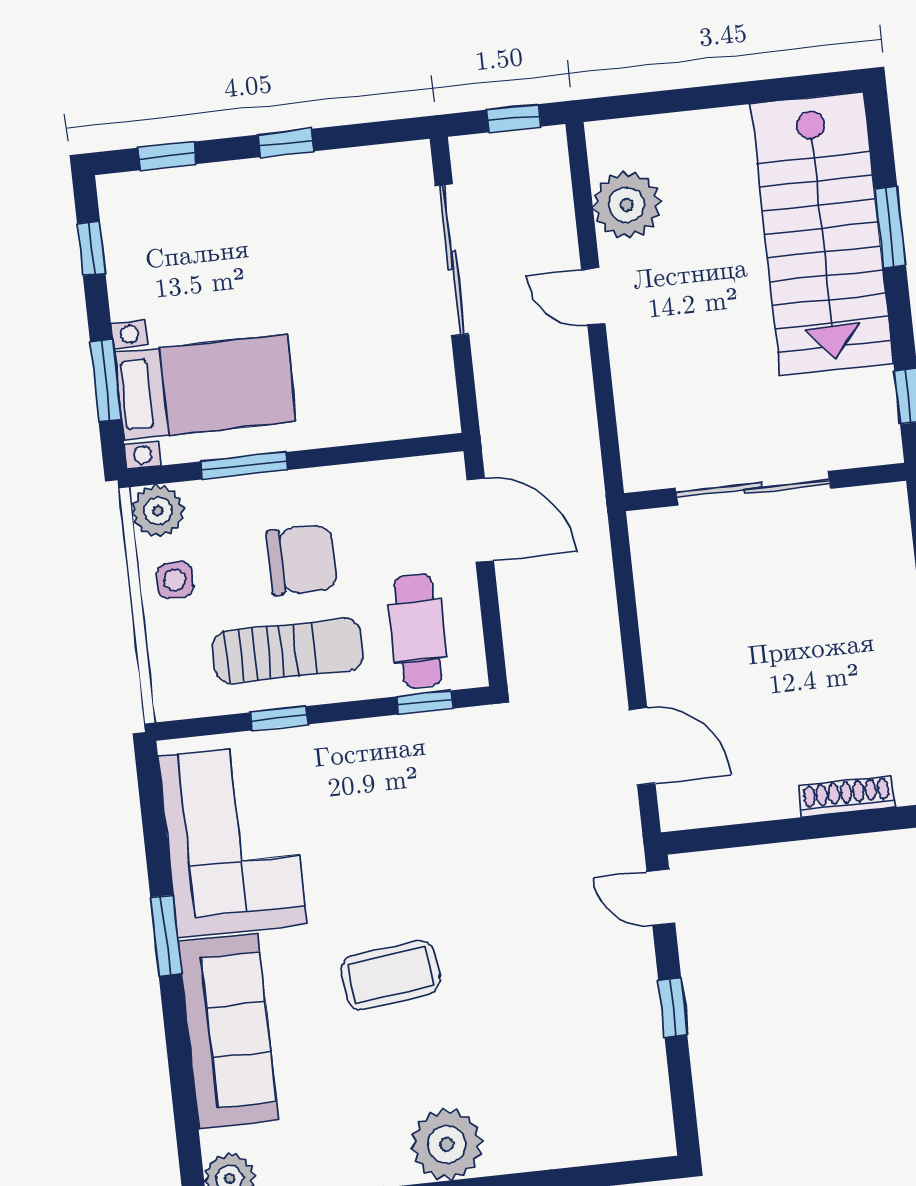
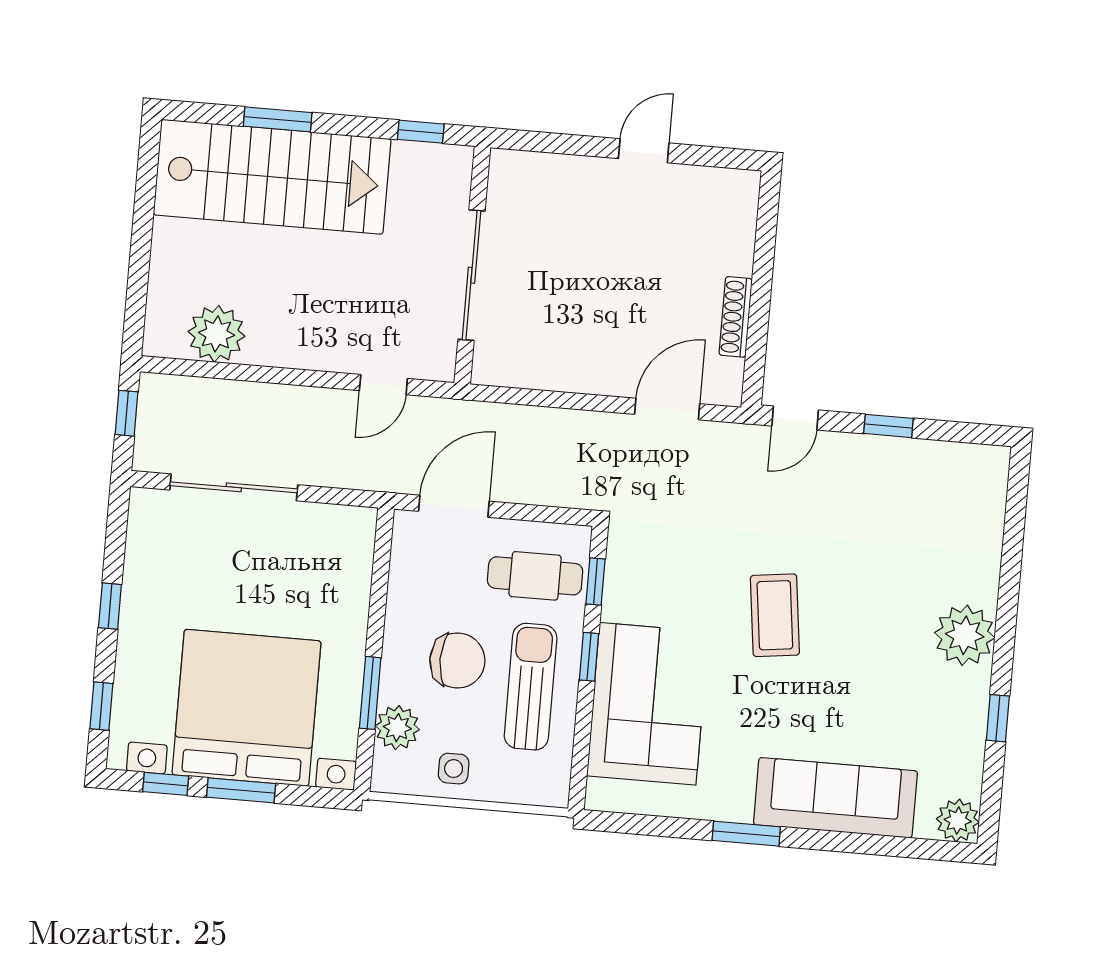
door: (593, 296) -> (383, 385), moved
window: (106, 381) -> (241, 790), moved
bed with nightstands: (205, 387) -> (246, 708), width x1.85
plant: (158, 511) -> (397, 728), moved
chair: (302, 560) -> (457, 661), turned 90
window: (279, 718) -> (589, 657), moved
shoe rack: (847, 796) -> (736, 317), moved
corner sofa: (233, 840) -> (648, 704), moved, turned 90
coffee table: (390, 975) -> (775, 615), moved

